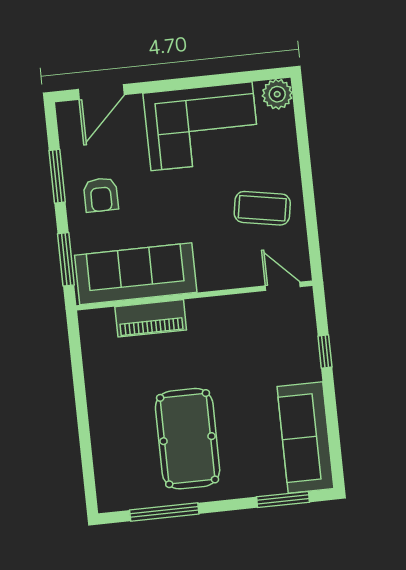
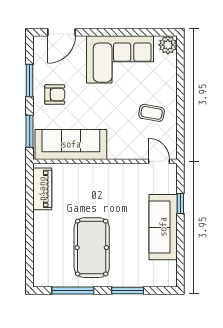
armchair: (101, 195) -> (55, 94), turned -90
coffee table: (262, 208) -> (152, 113), width x0.73, depth x0.77
piano: (151, 318) -> (42, 189), moved, turned -90
sofa: (305, 438) -> (163, 227), moved
window: (283, 500) -> (128, 290), moved

